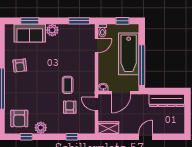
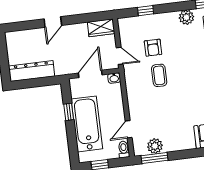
plant: (52, 30) -> (155, 146), moved
window: (142, 65) -> (69, 112), width x0.32

